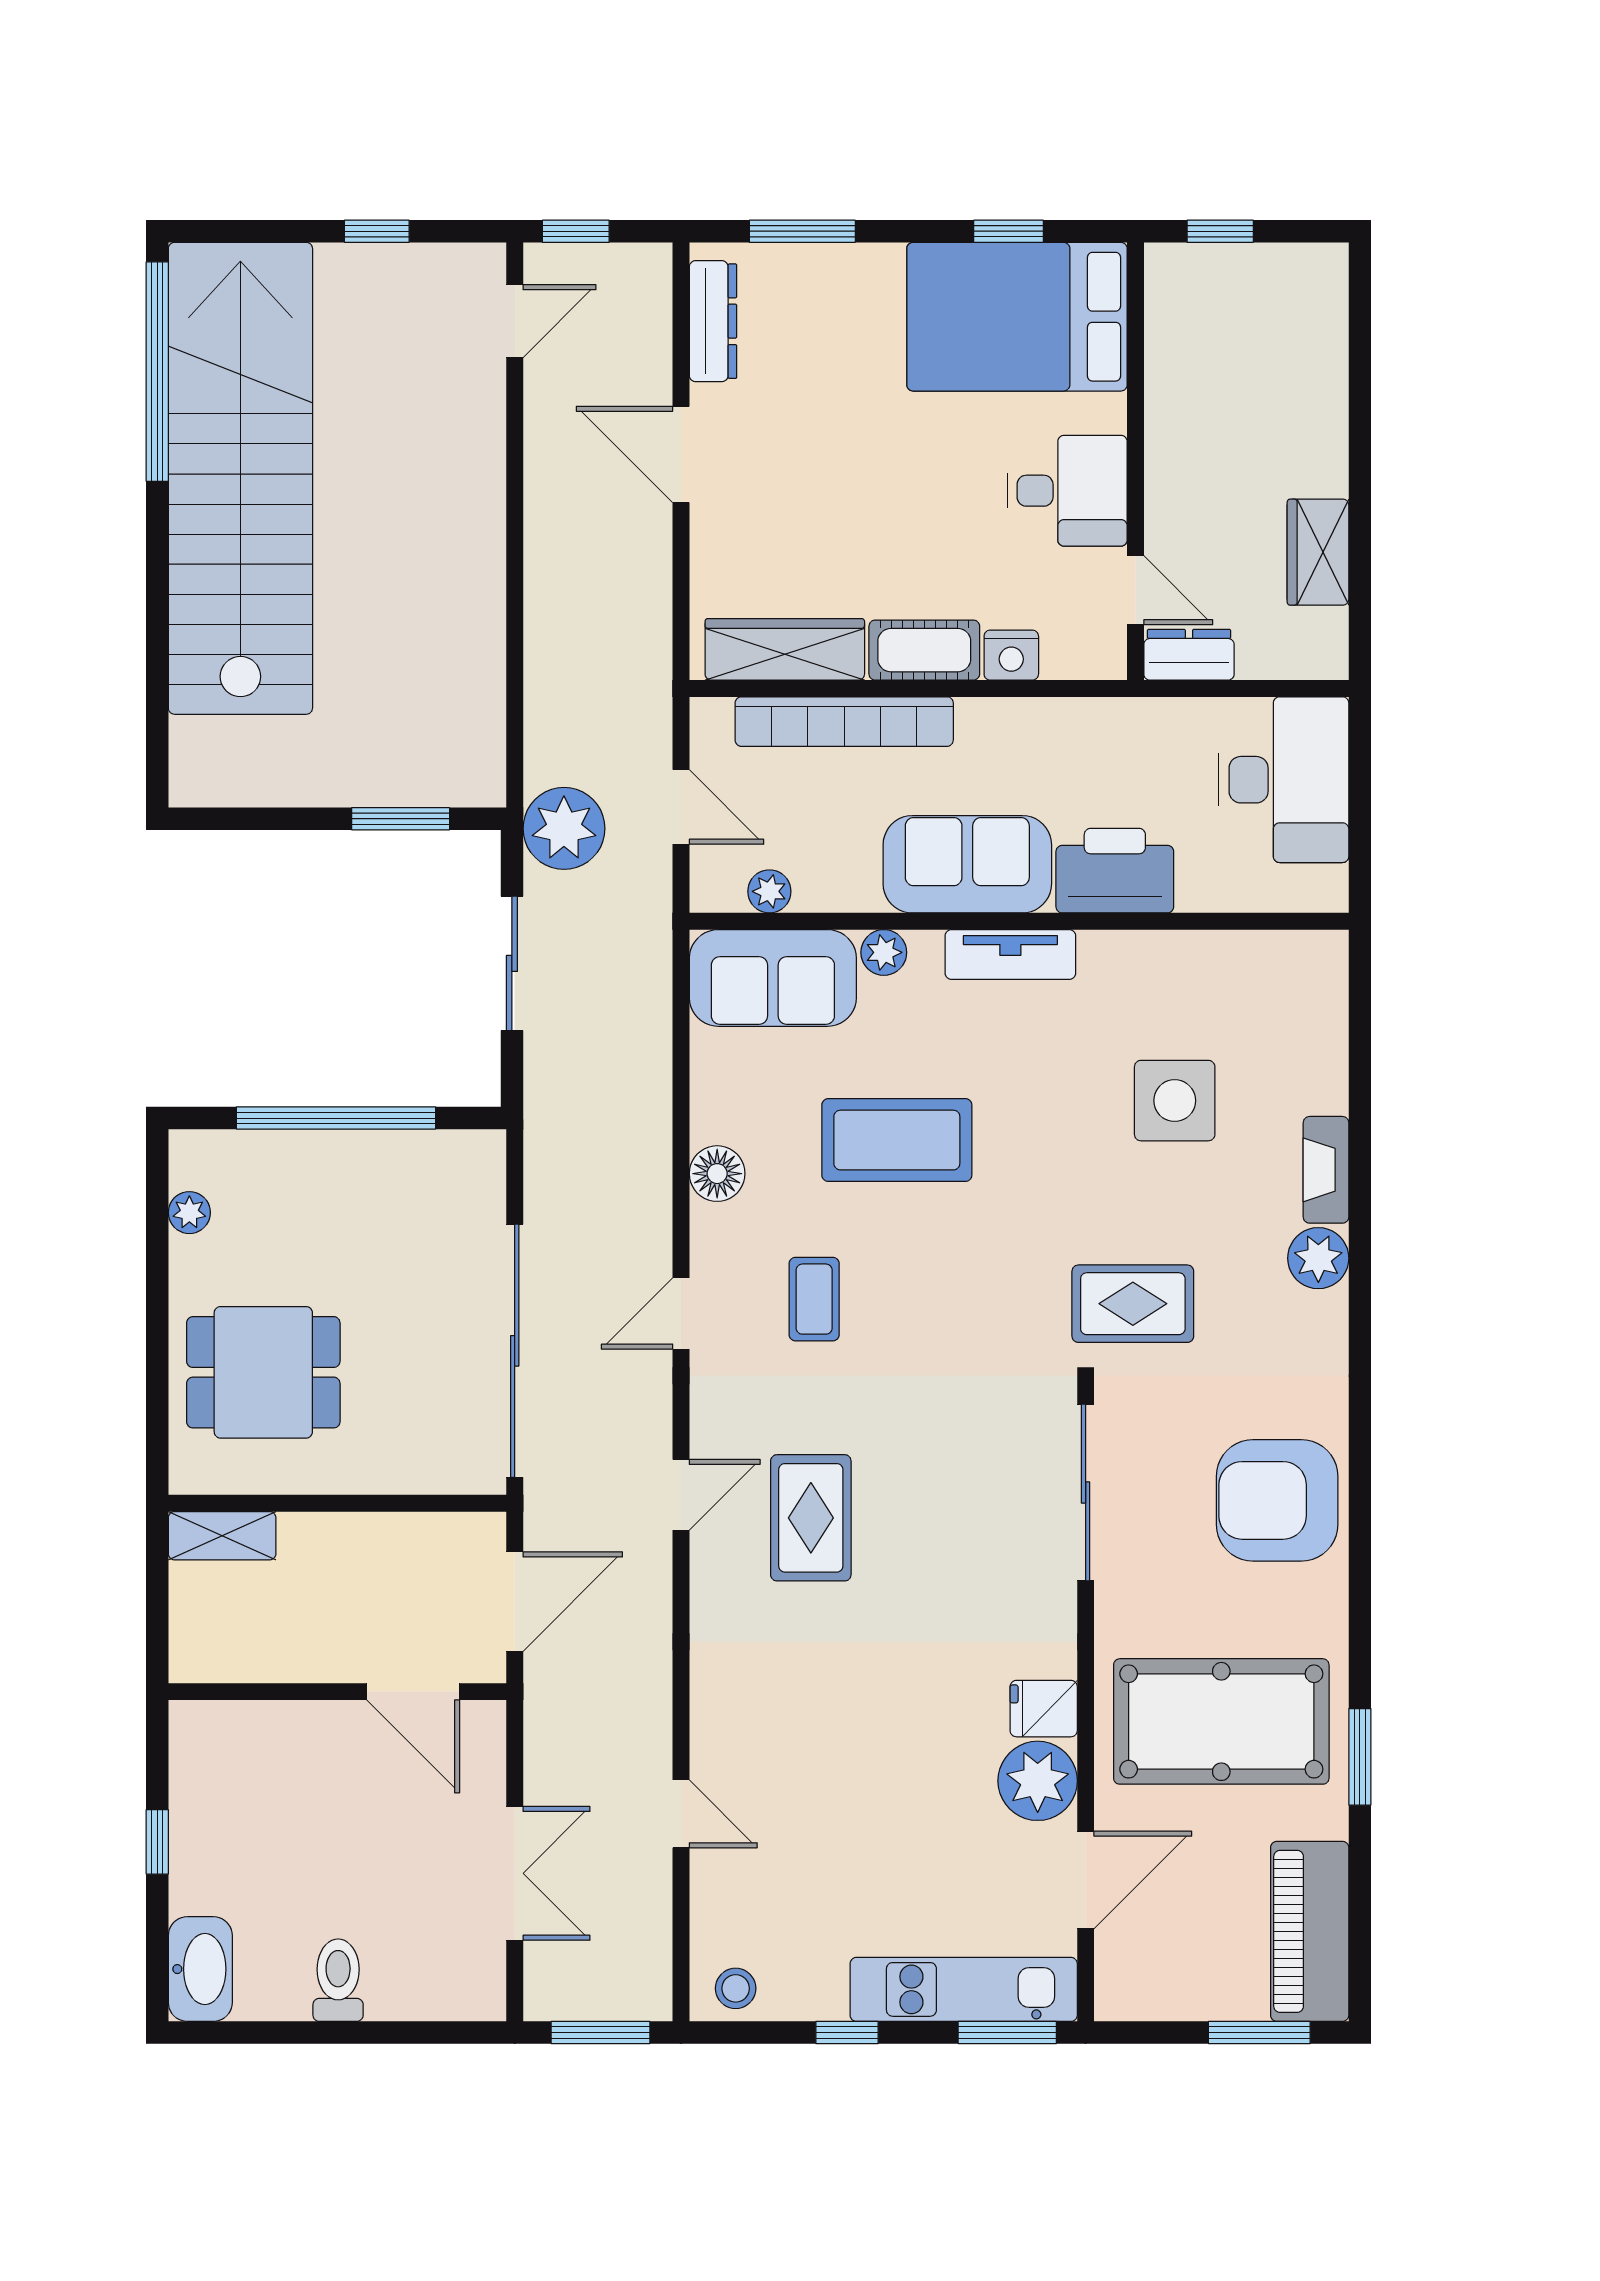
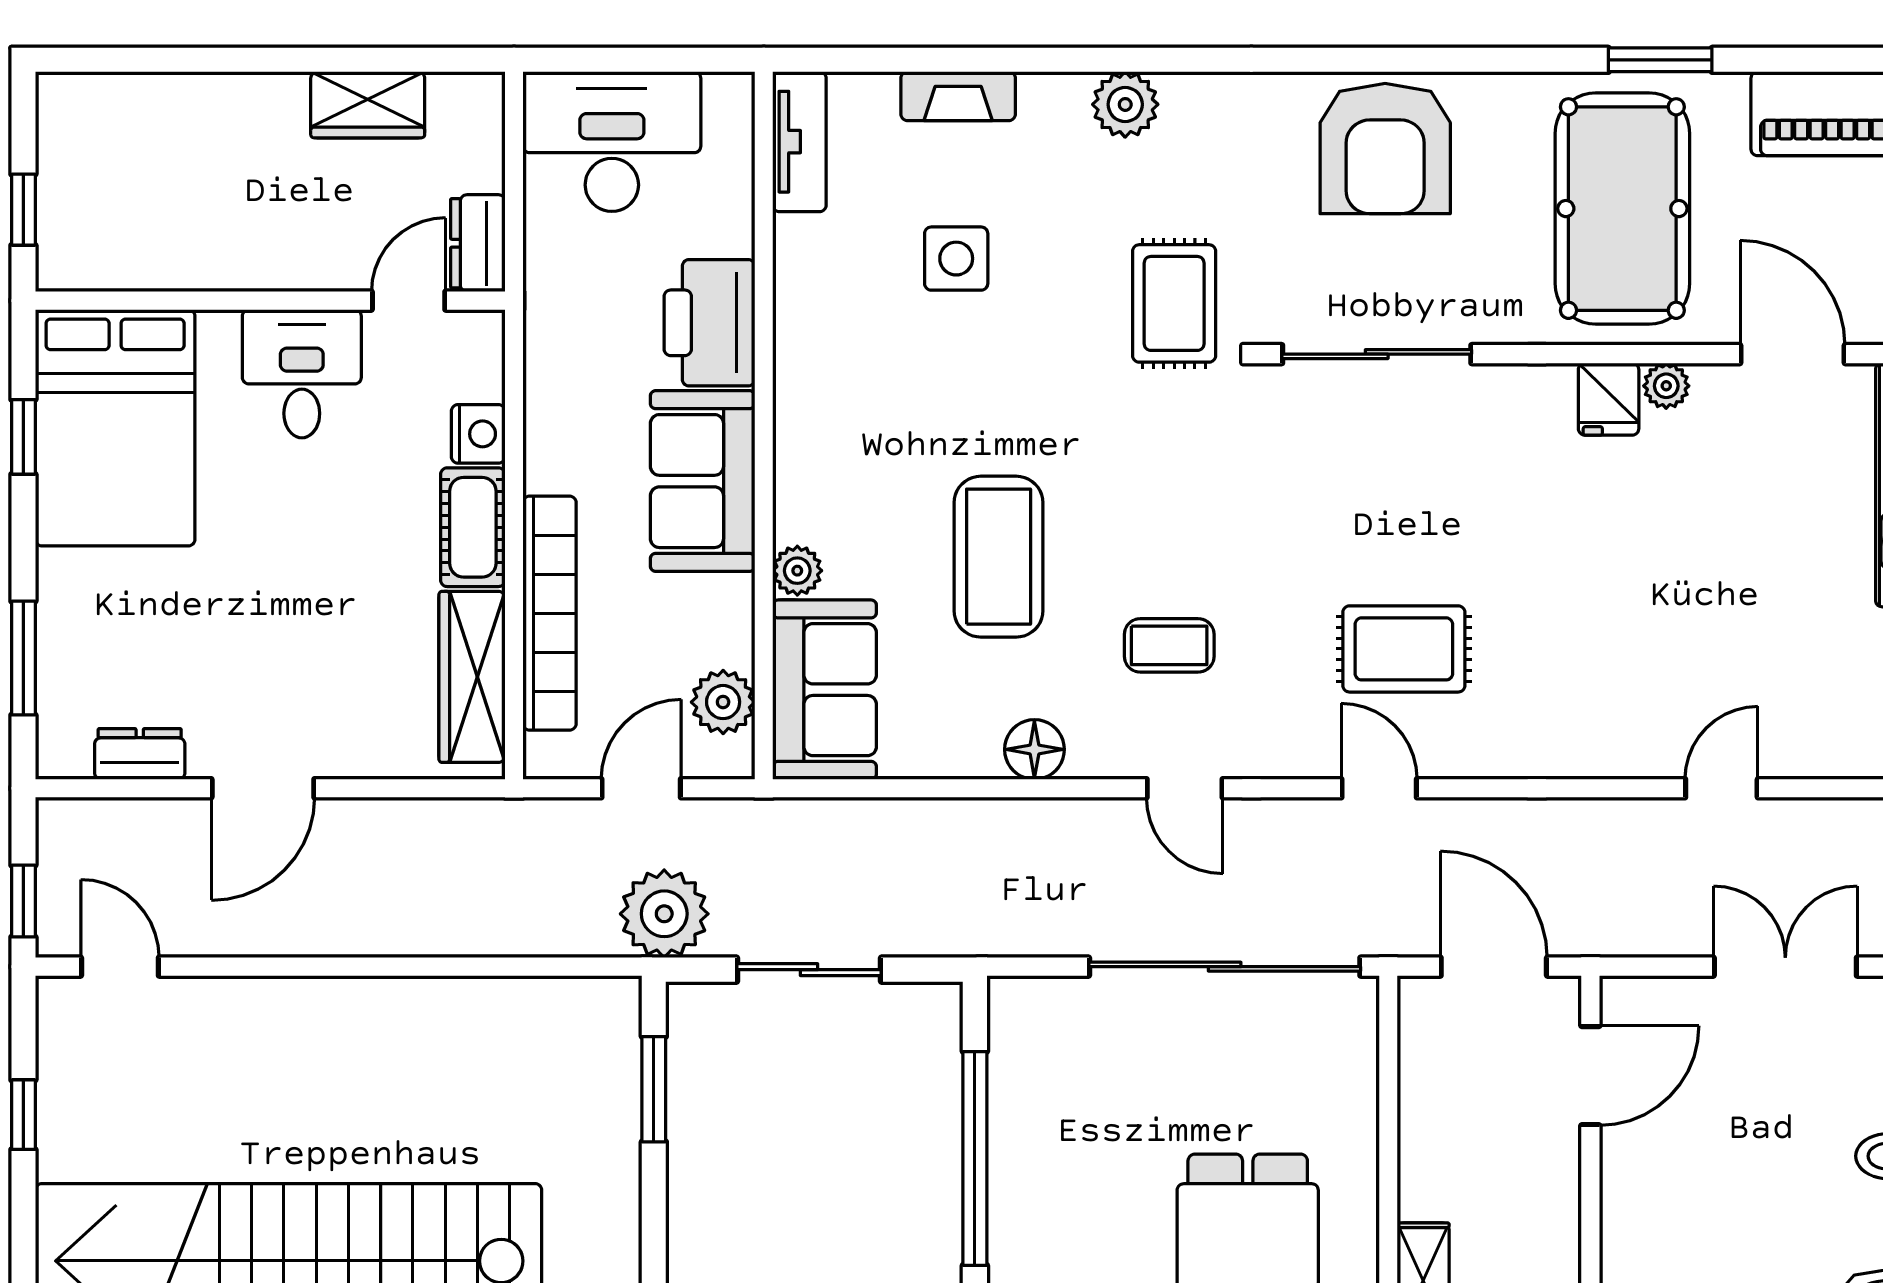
dresser: (713, 321) -> (140, 754), width x0.70
plant: (769, 891) -> (723, 702), width x1.38, depth x1.38
tv unit: (1010, 954) -> (799, 142), moved
side table: (1175, 1101) -> (956, 259), width x0.73, depth x0.73
fireplace: (1326, 1170) -> (958, 96), moved
plant: (1038, 1781) -> (1666, 386), width x0.53, depth x0.53

